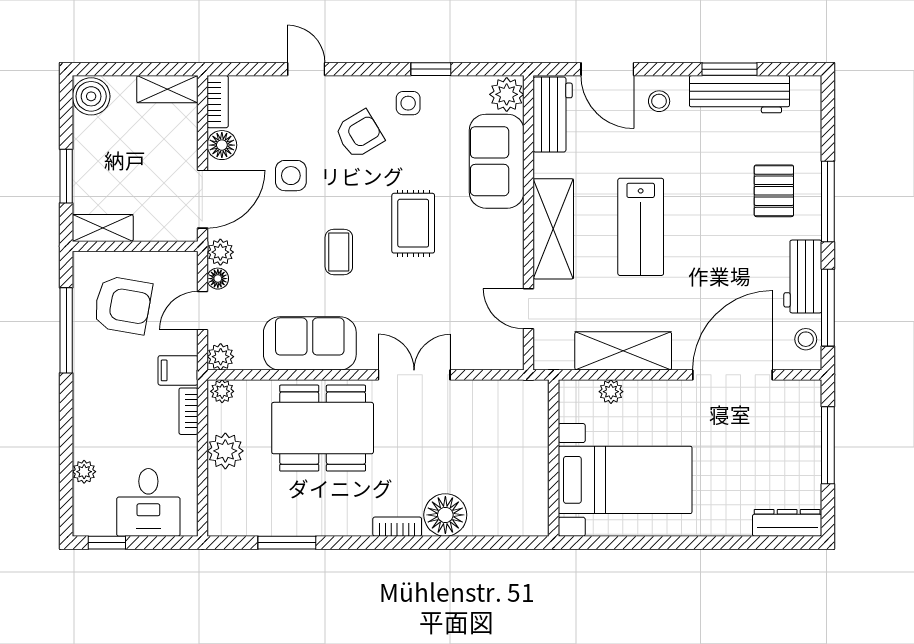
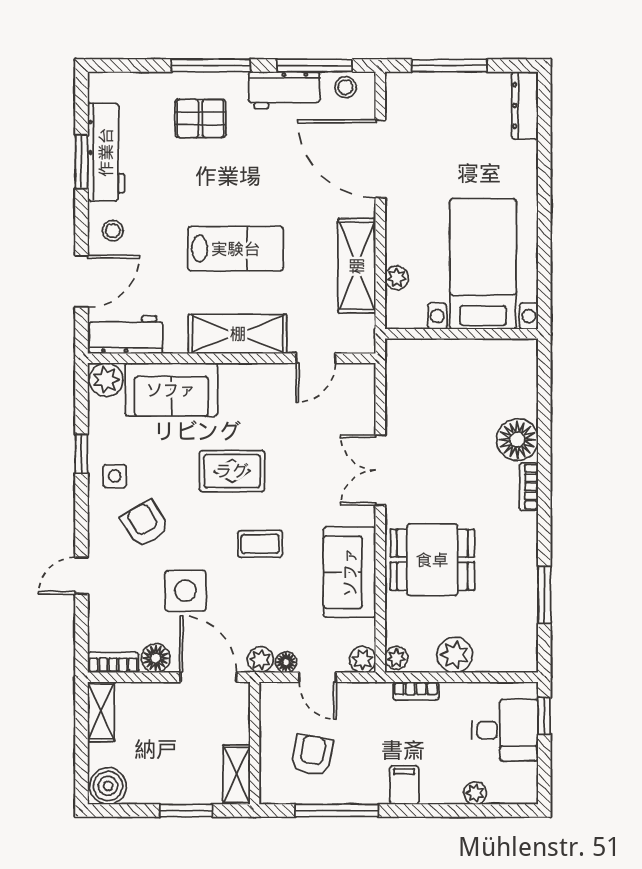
side table: (291, 176) -> (185, 591), width x1.37, depth x1.37
armchair: (123, 305) -> (312, 755), width x0.72, depth x0.72
filing cabinet: (178, 370) -> (404, 785), moved, turned 180
dining table: (323, 428) -> (432, 560), width x0.73
window: (107, 543) -> (544, 716), moved

